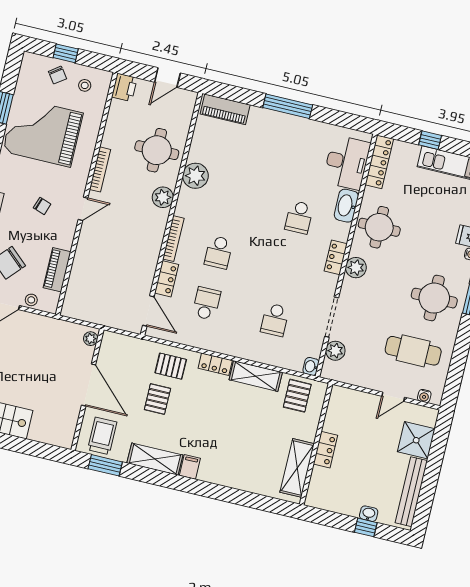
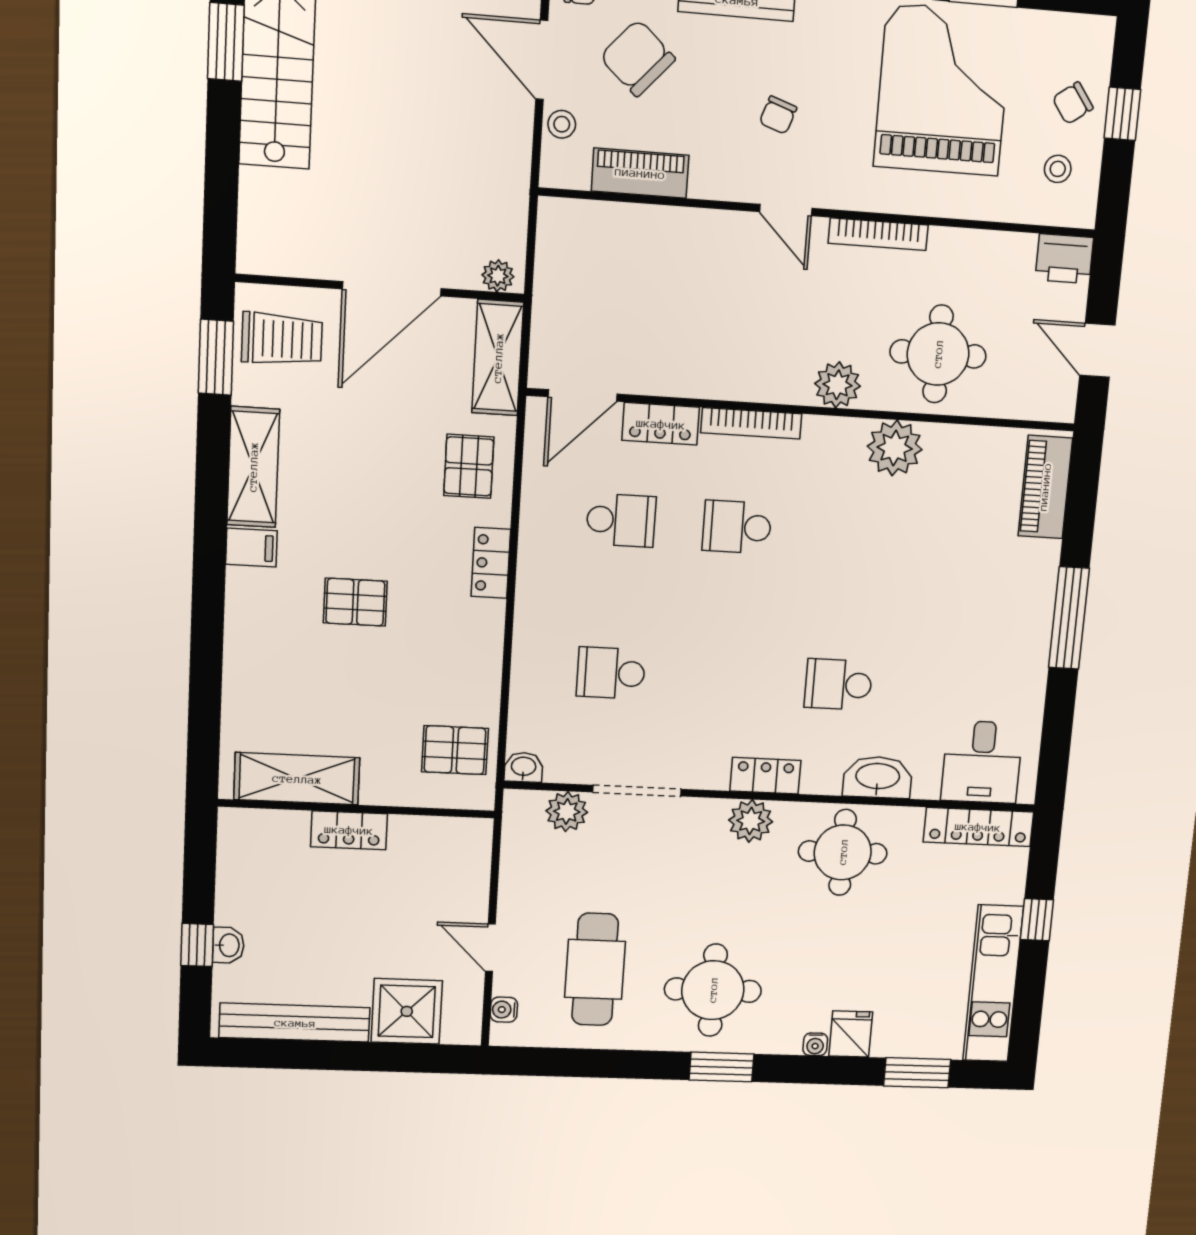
desk: (347, 162) -> (982, 762), width x0.73
shelving: (256, 376) -> (498, 358), moved
pallet: (157, 399) -> (355, 602), moved

